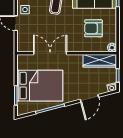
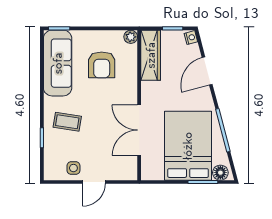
door: (89, 98) -> (207, 71), swing flipped
floor lamp: (22, 107) -> (220, 173), added

